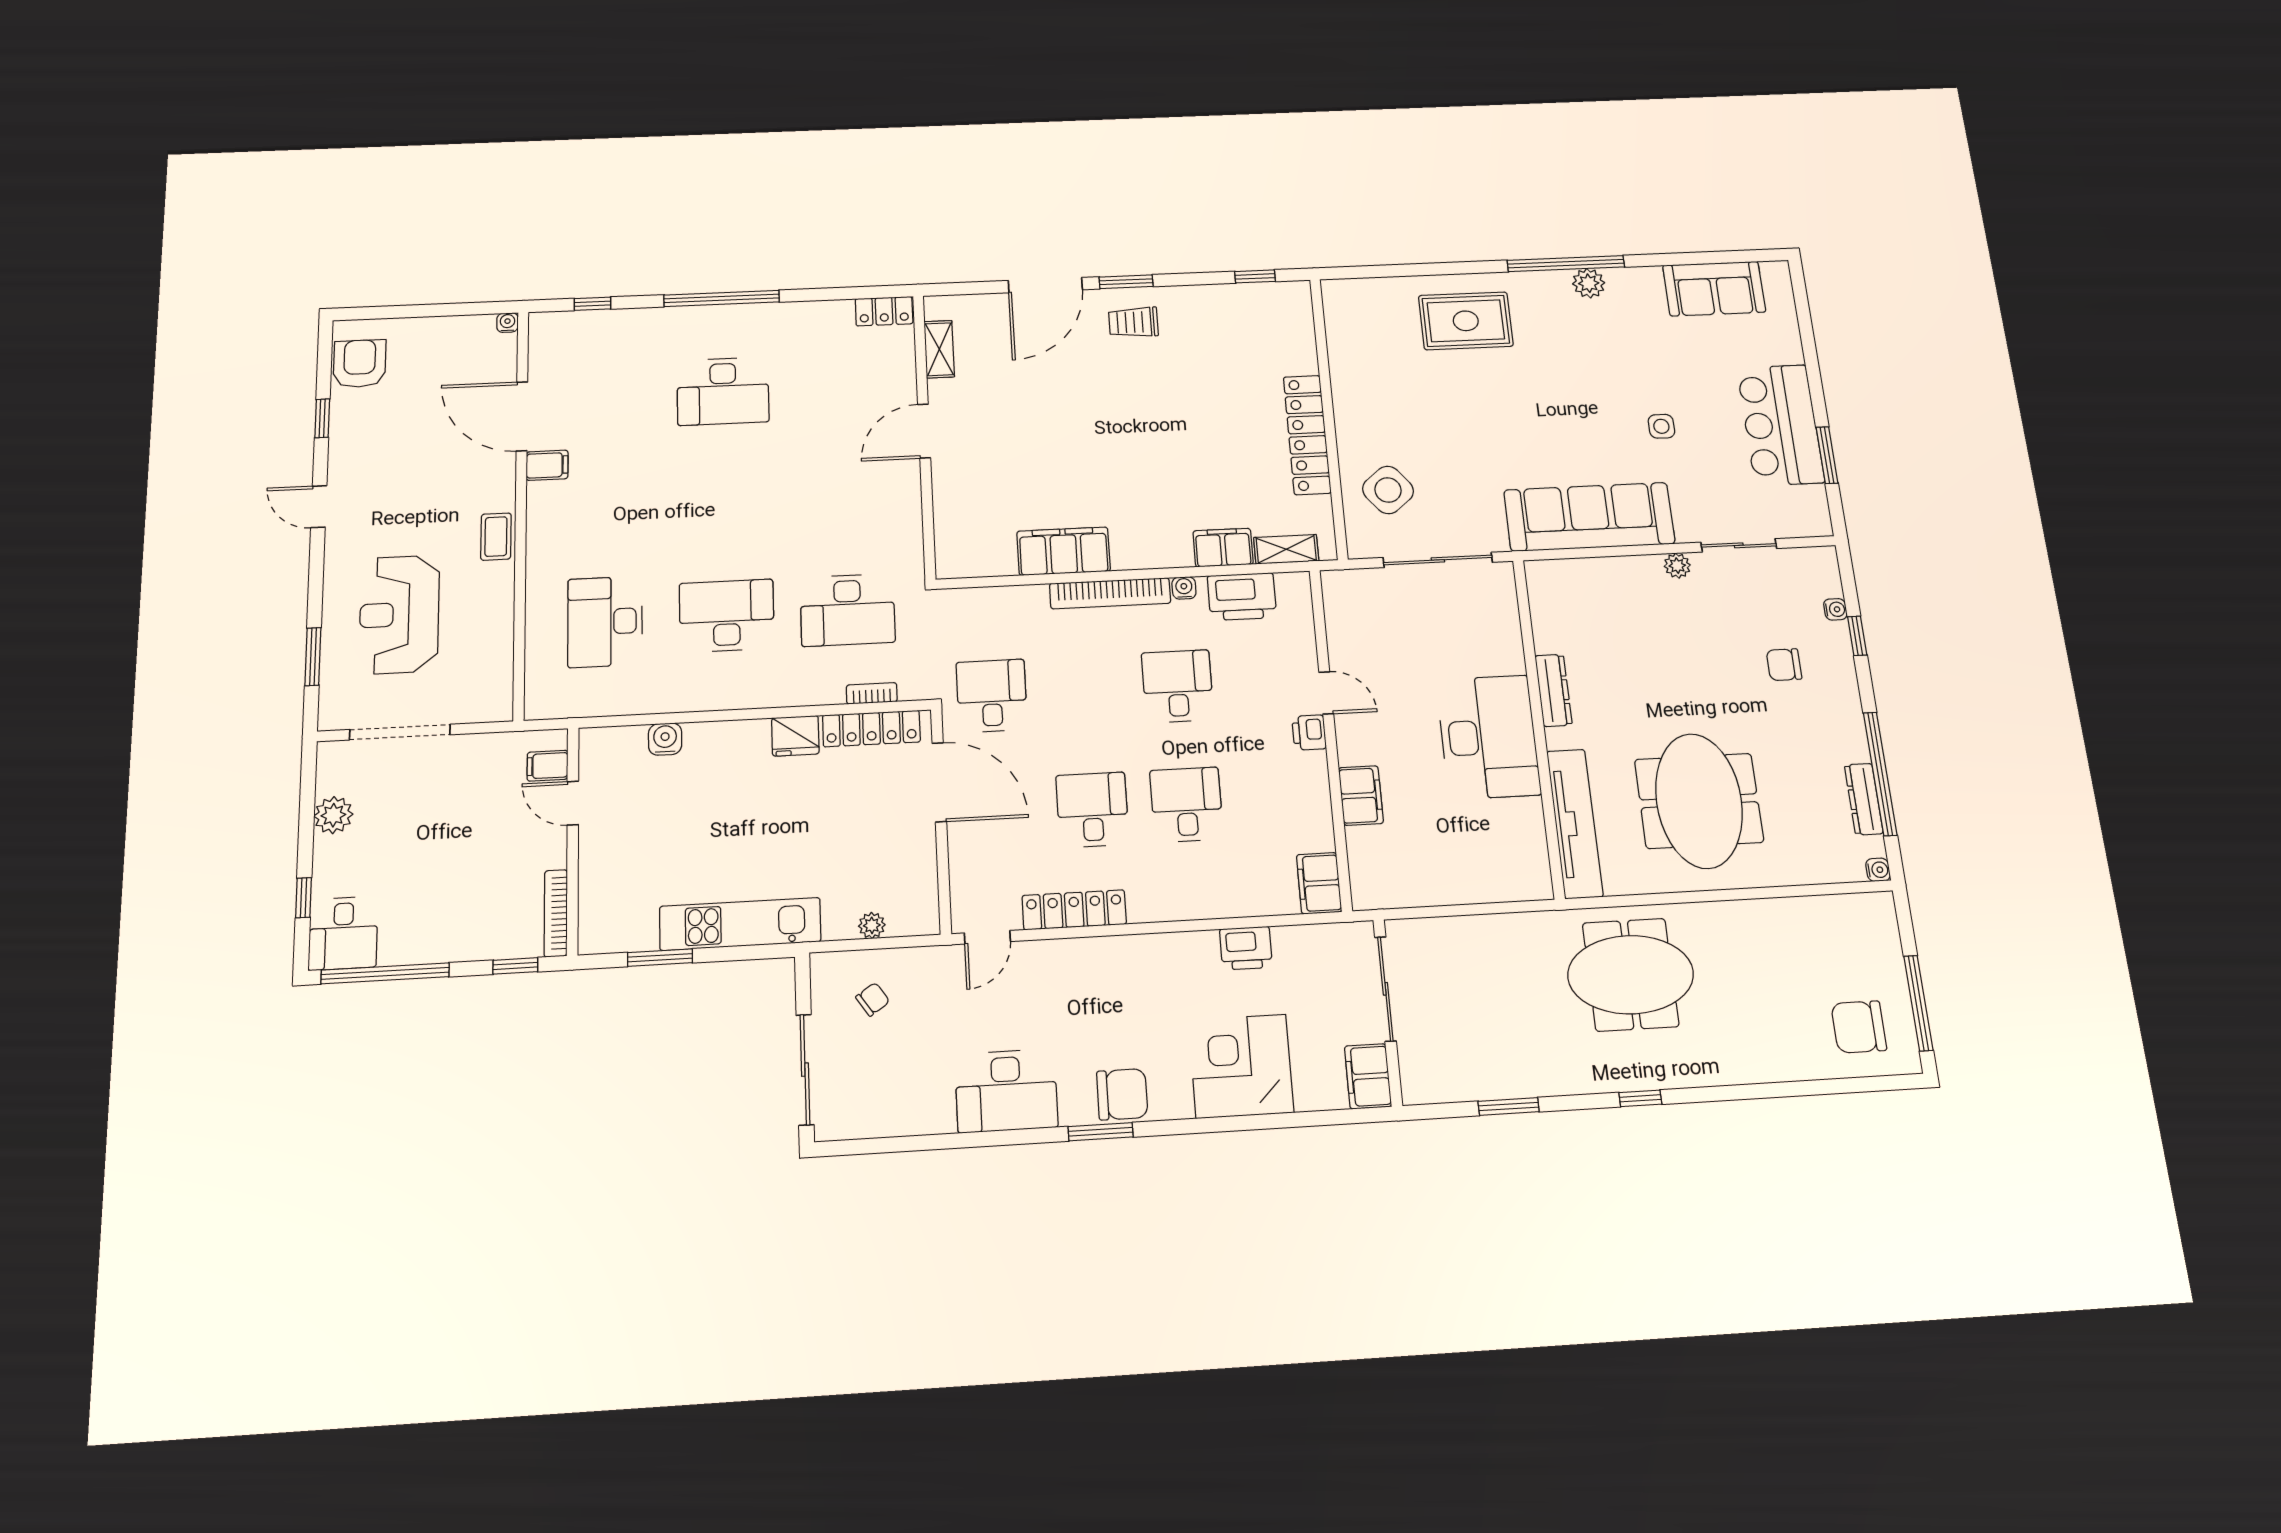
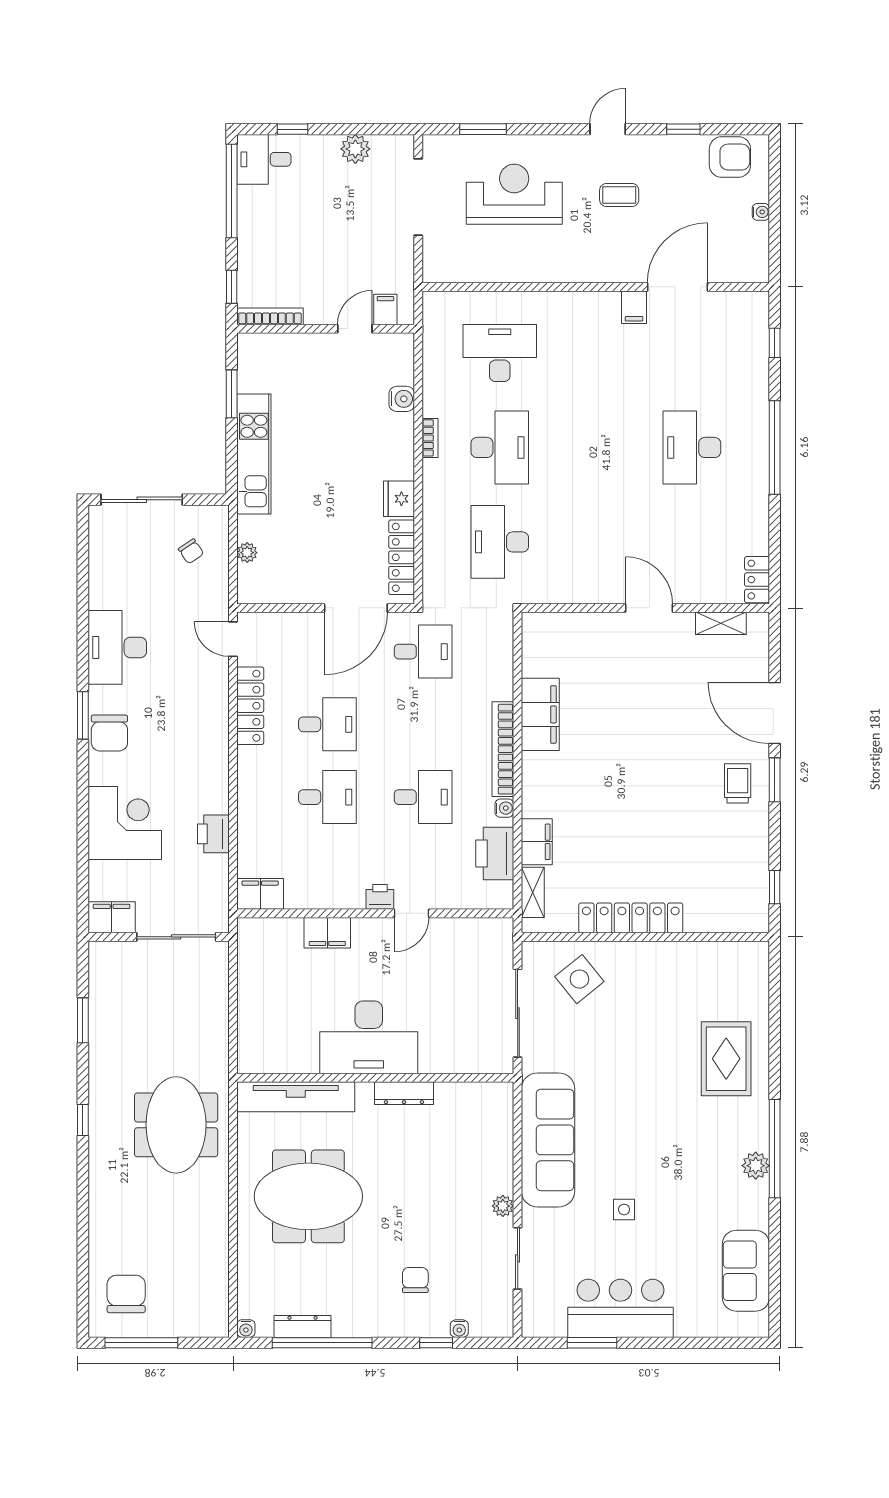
water cooler: (507, 323) -> (761, 212), moved
coffee table: (496, 537) -> (619, 195), moved
bookcase: (872, 693) -> (430, 438), moved

